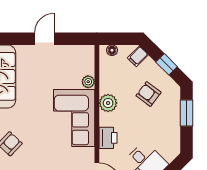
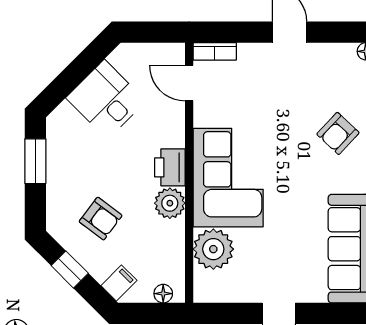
plant: (88, 82) -> (213, 249), width x1.87, depth x1.87
window: (187, 113) -> (35, 161), moved
printer: (108, 138) -> (170, 167), moved

